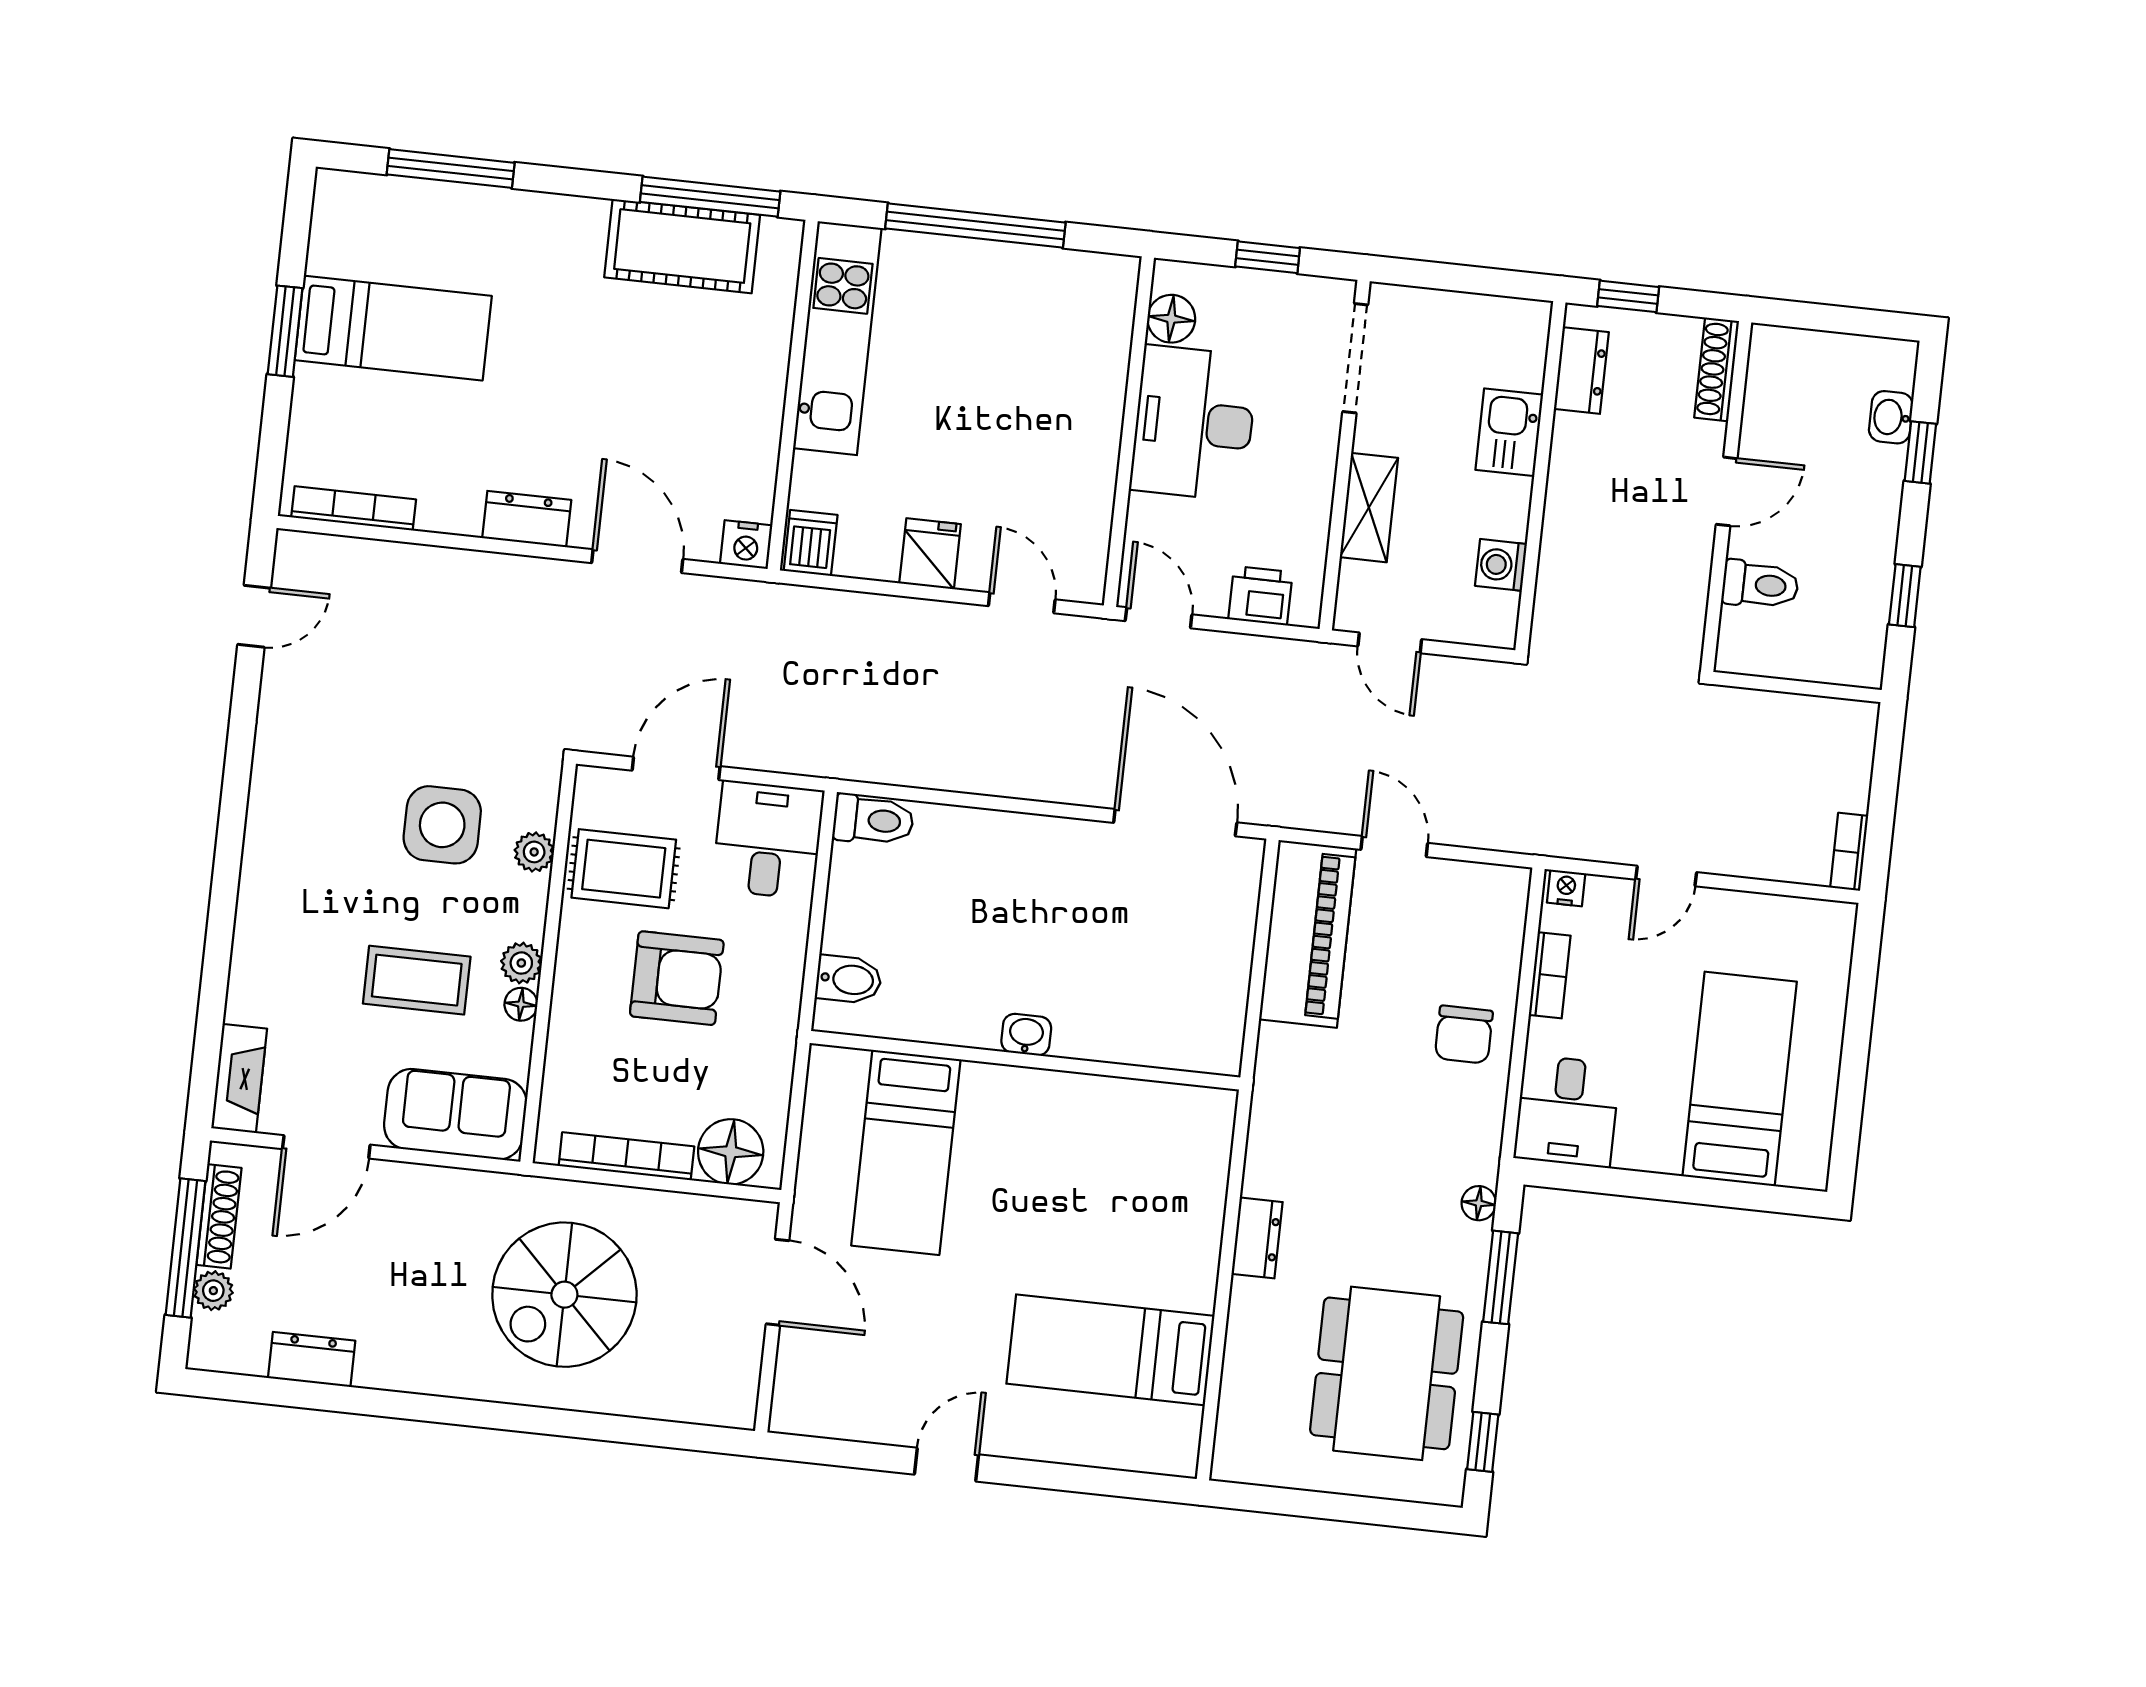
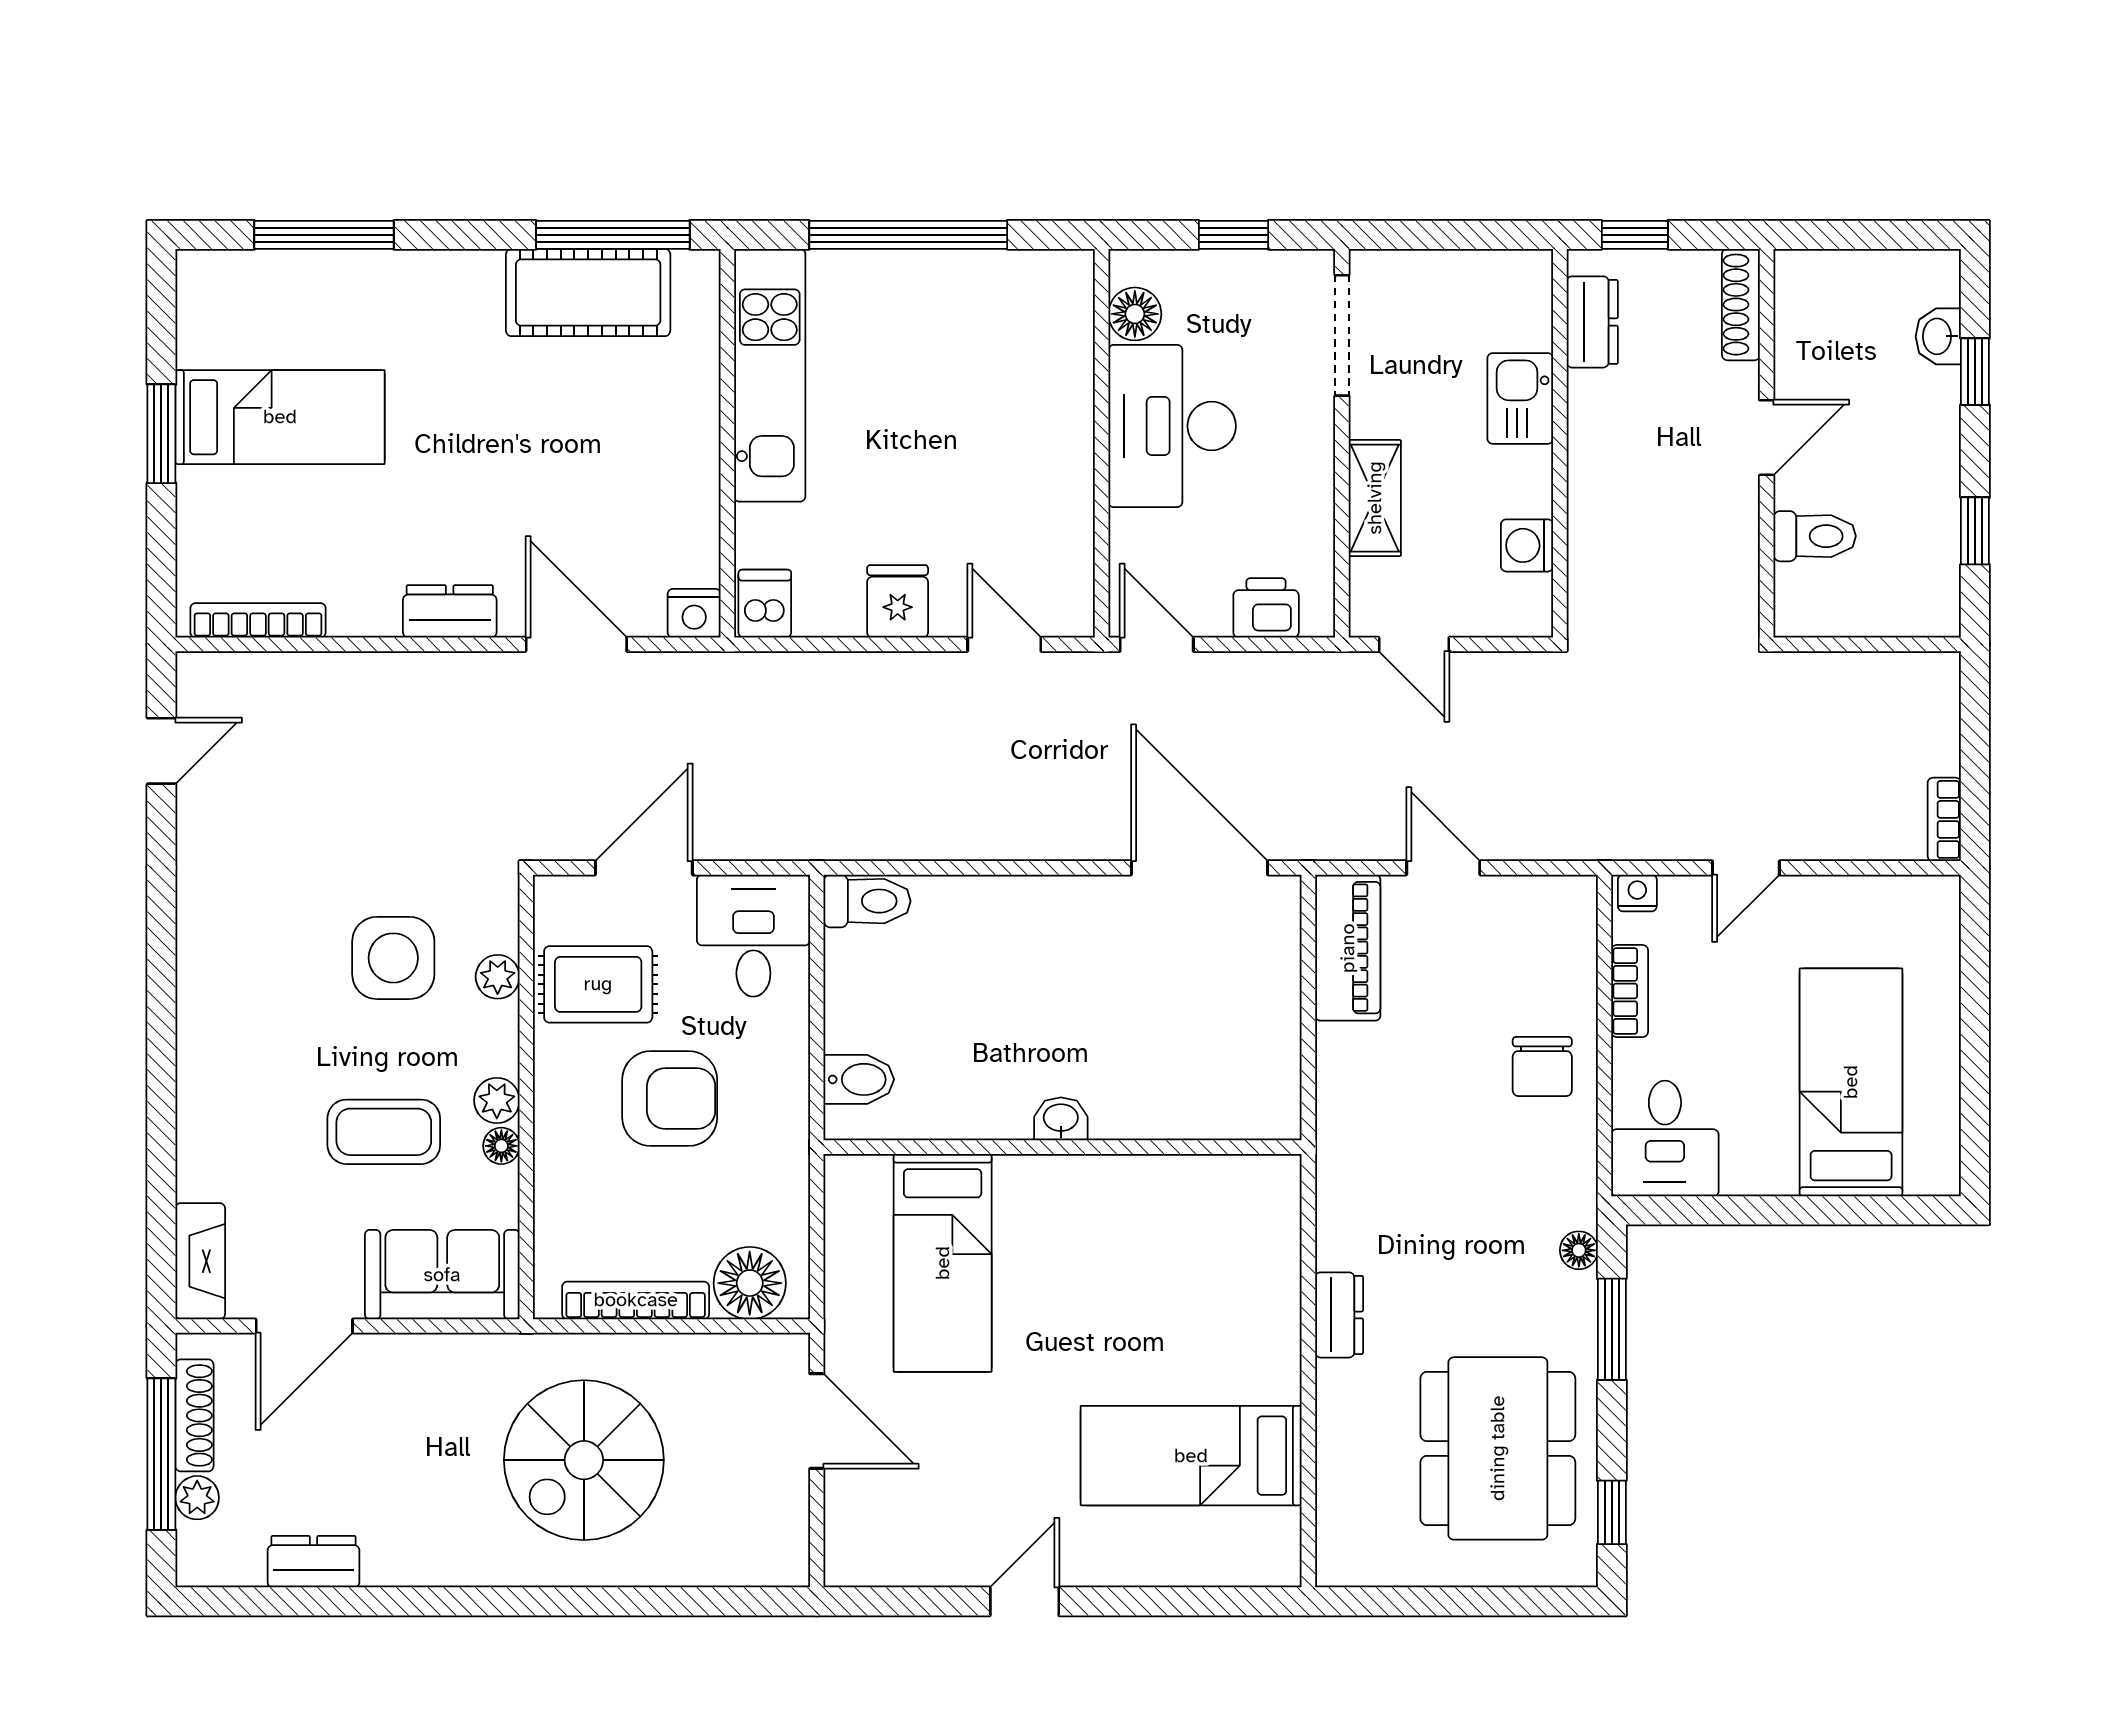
piano: (1308, 934) -> (1348, 948), width x0.73, depth x0.75

